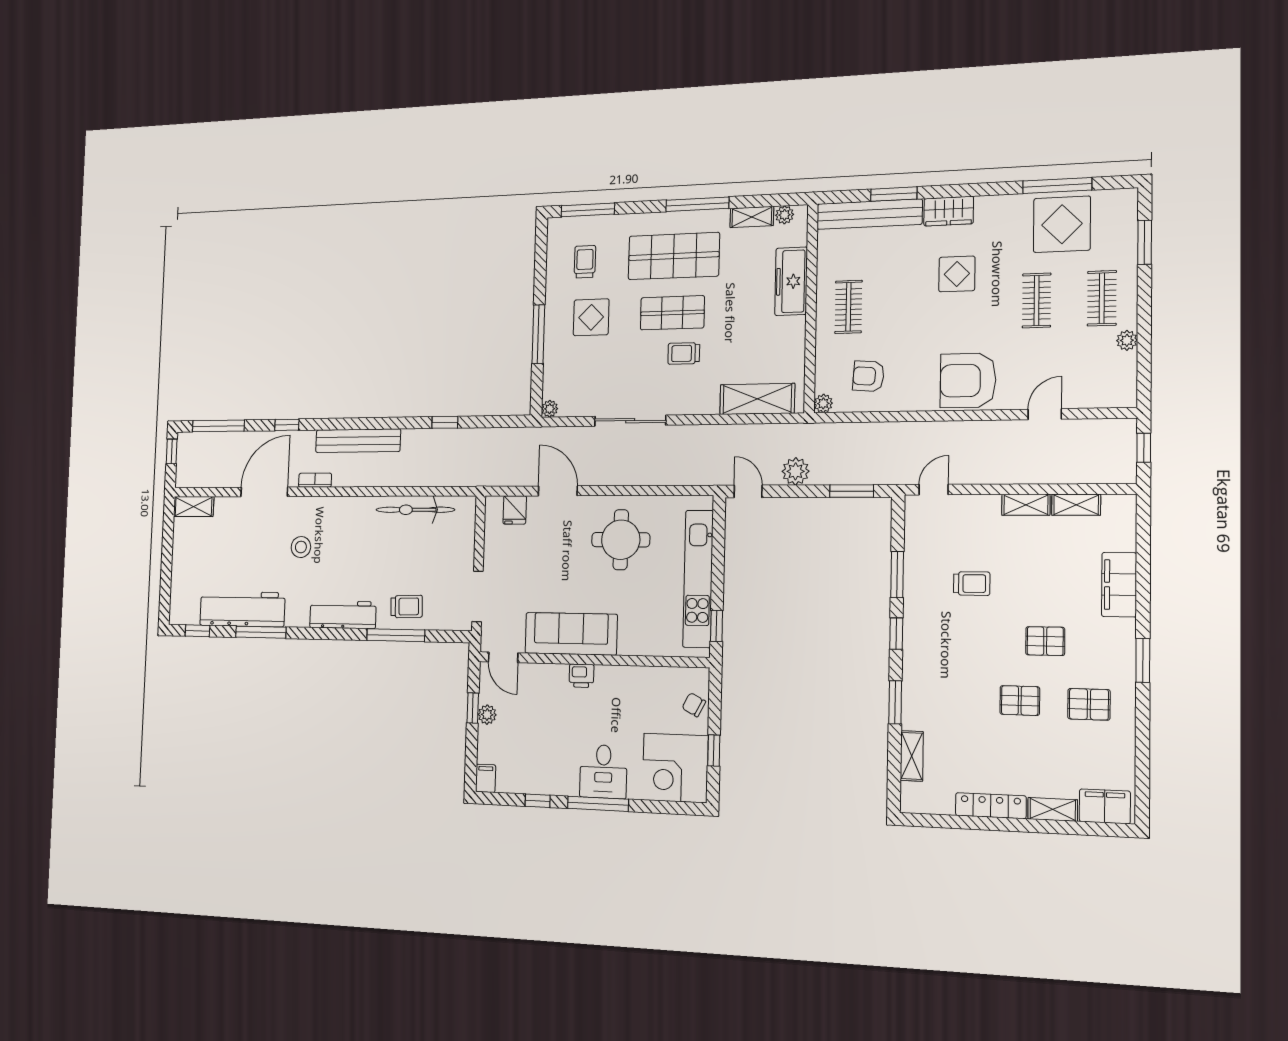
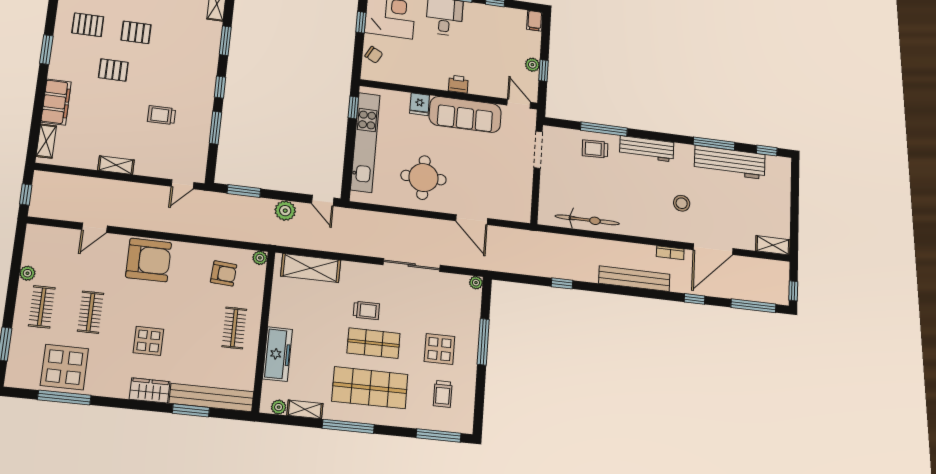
shelving: (1076, 505) -> (46, 141), moved, turned 90
fridge: (515, 510) -> (420, 104), moved, turned 180

